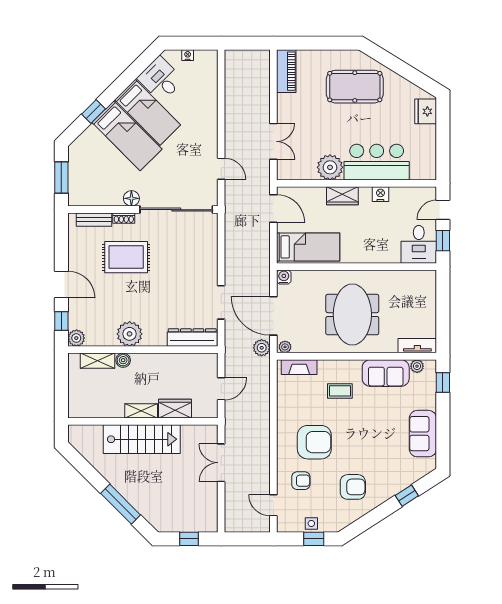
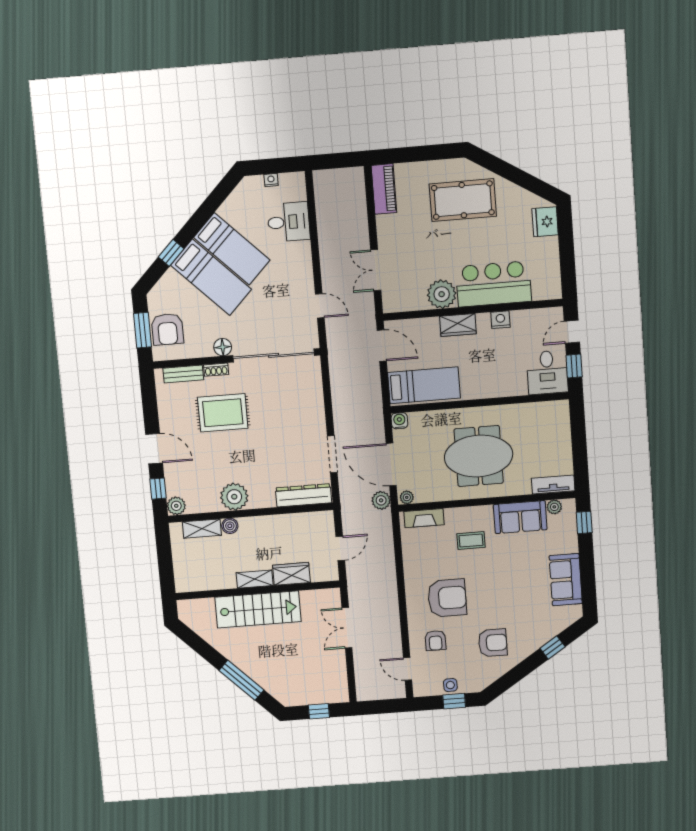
desk: (161, 79) -> (289, 222), moved, turned 135
double door: (273, 141) -> (376, 270), swing flipped
armchair: (84, 179) -> (167, 329), added
meeting table: (352, 315) -> (479, 456), turned 90
armchair: (301, 481) -> (435, 640), turned 90

